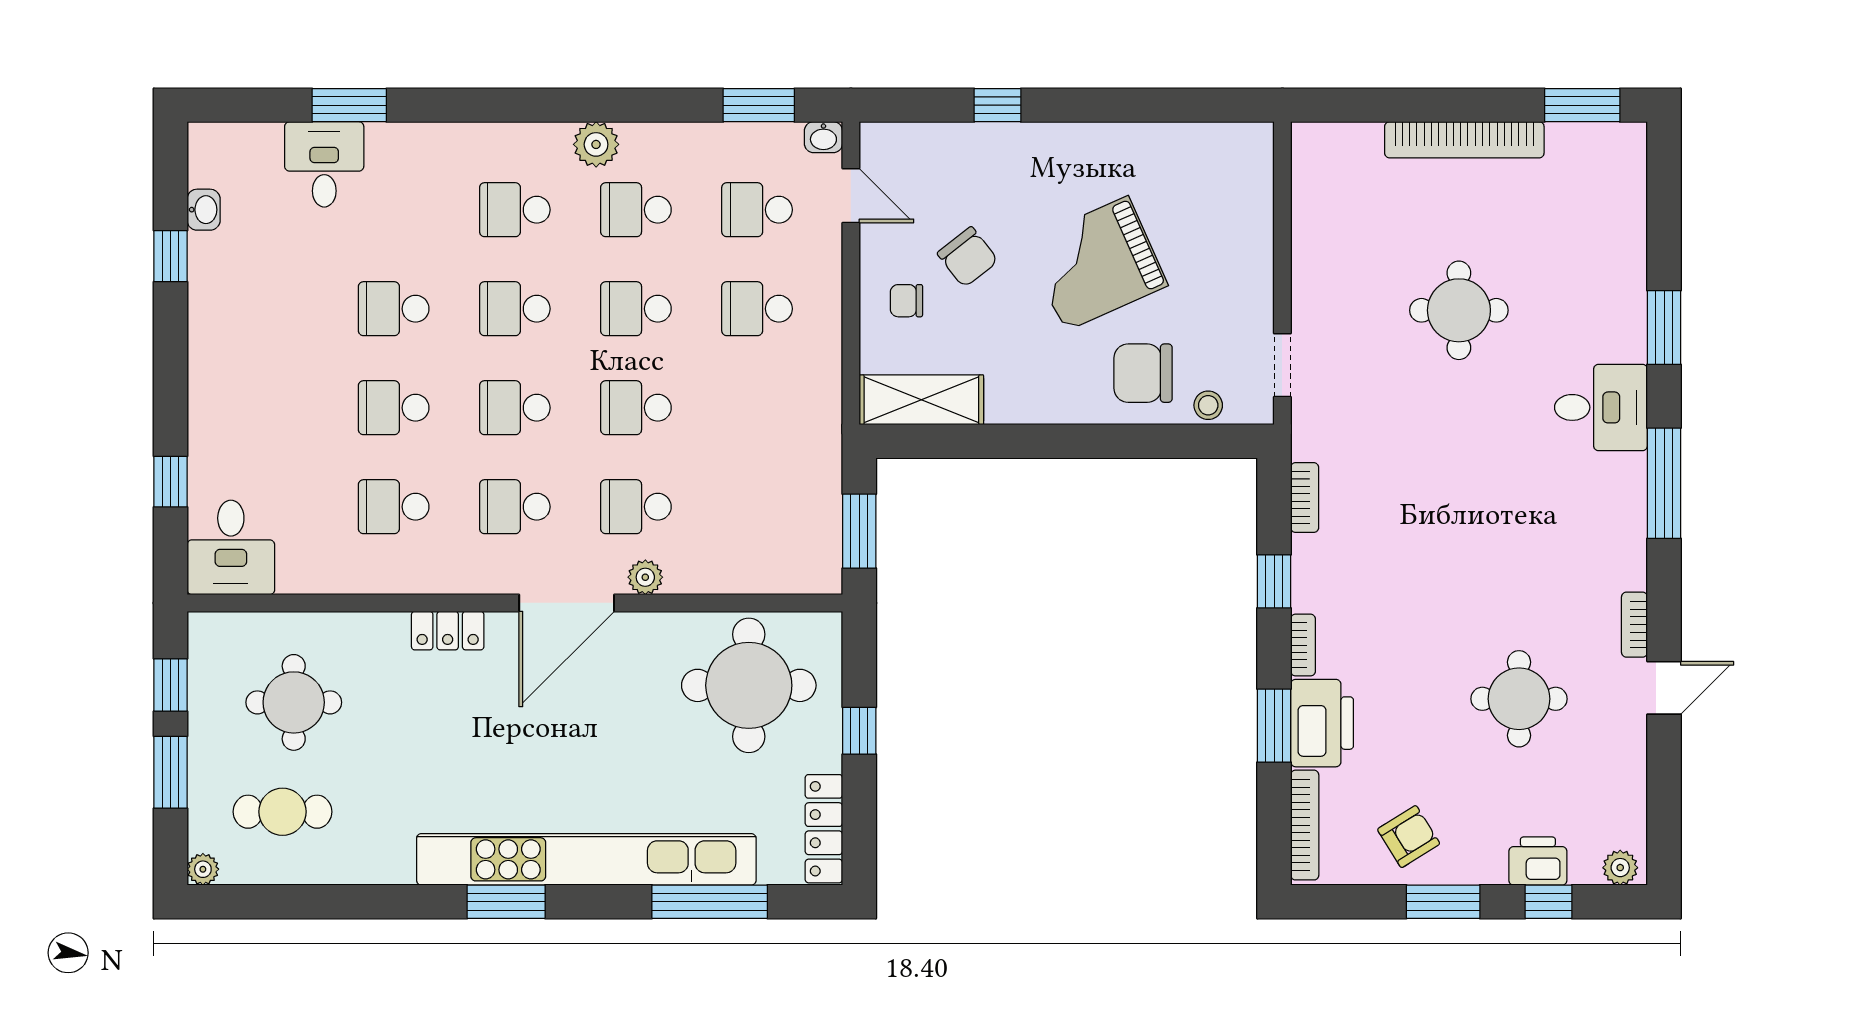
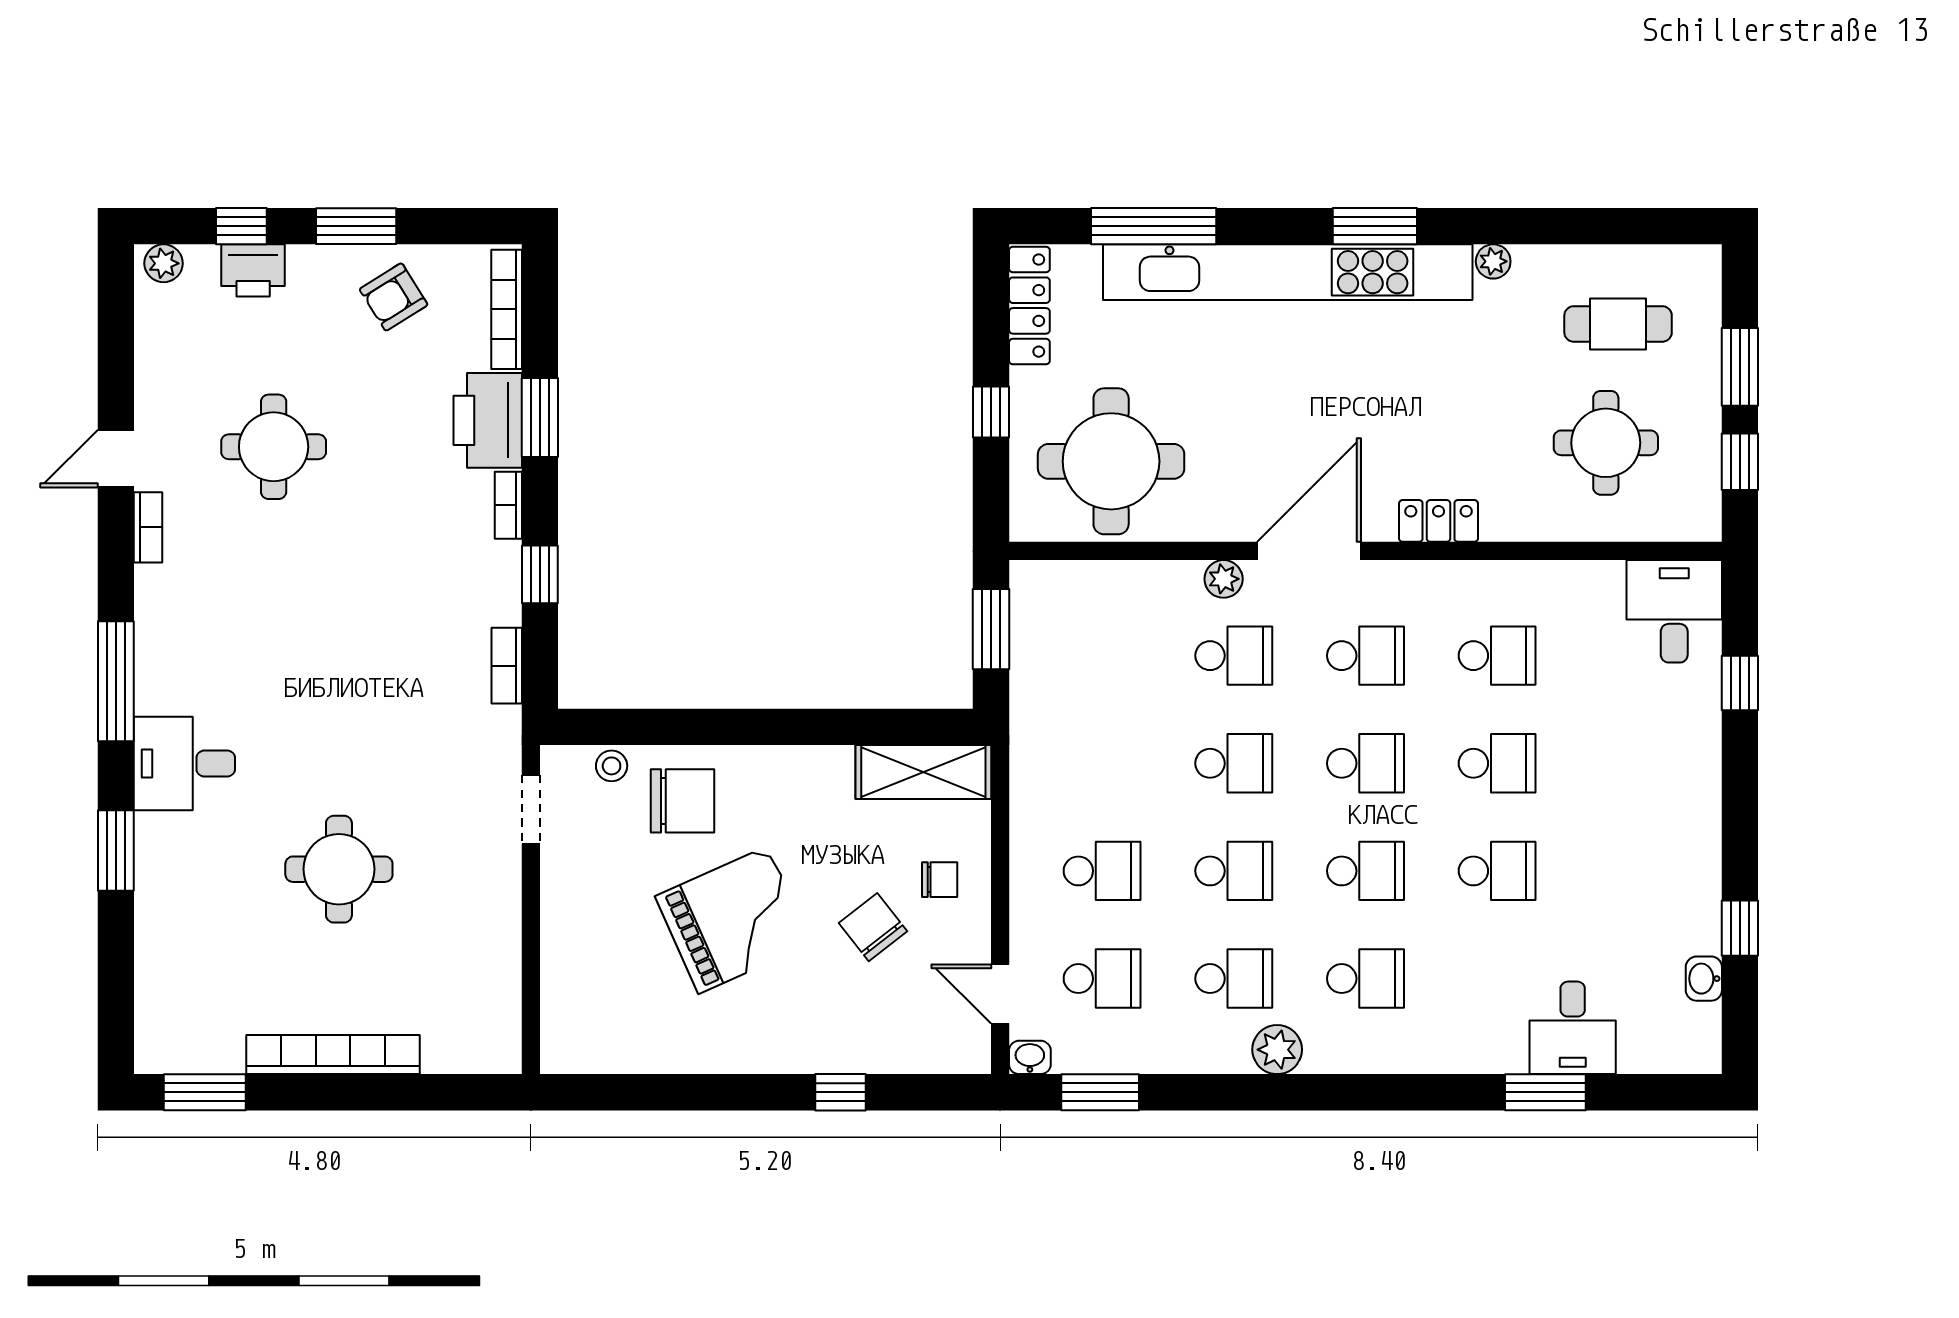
plant: (203, 869) -> (1493, 261), moved

